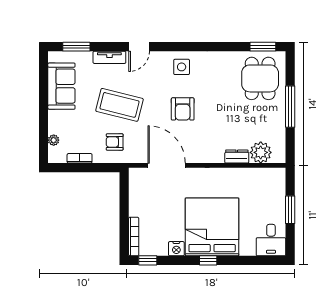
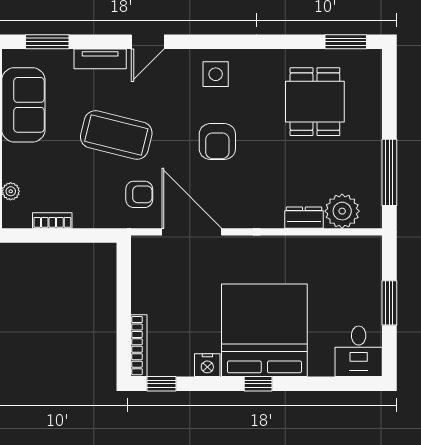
dining table: (260, 78) -> (315, 102), moved
window: (290, 107) -> (389, 172), moved
armchair: (115, 142) -> (139, 194), moved, turned 180

